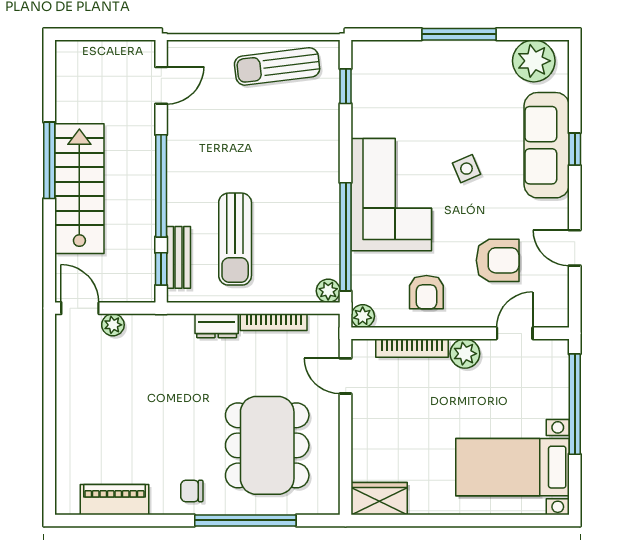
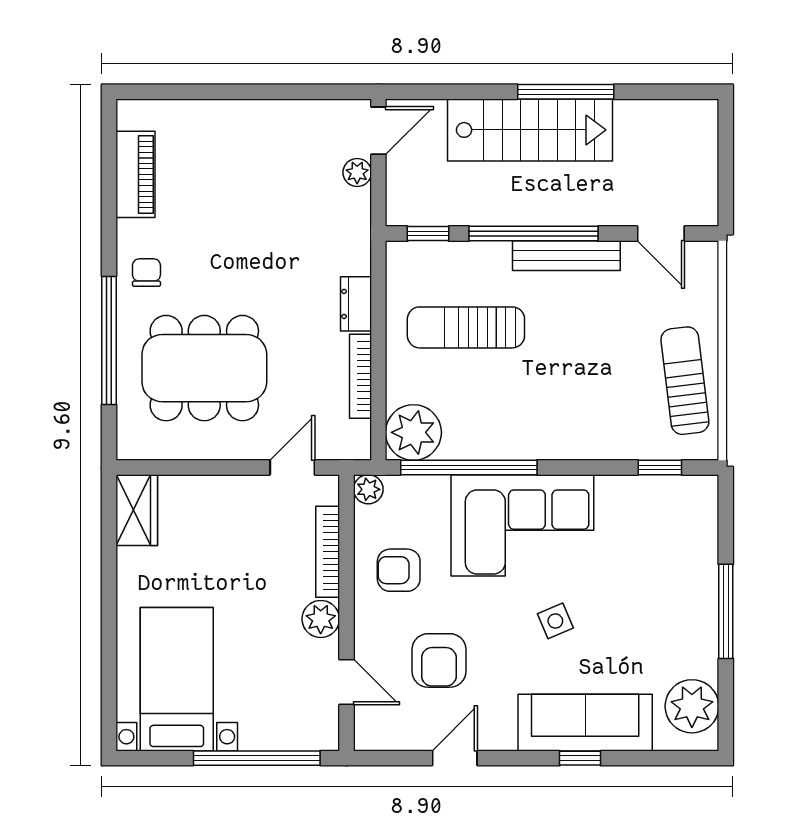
bench: (179, 257) -> (566, 256), moved, width x1.36
plant: (328, 291) -> (413, 432), width x1.88, depth x1.88

